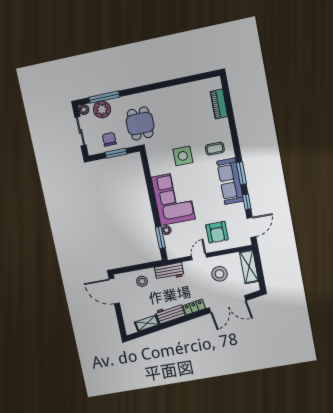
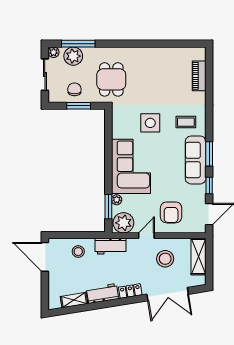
plant: (177, 249) -> (123, 223), added

